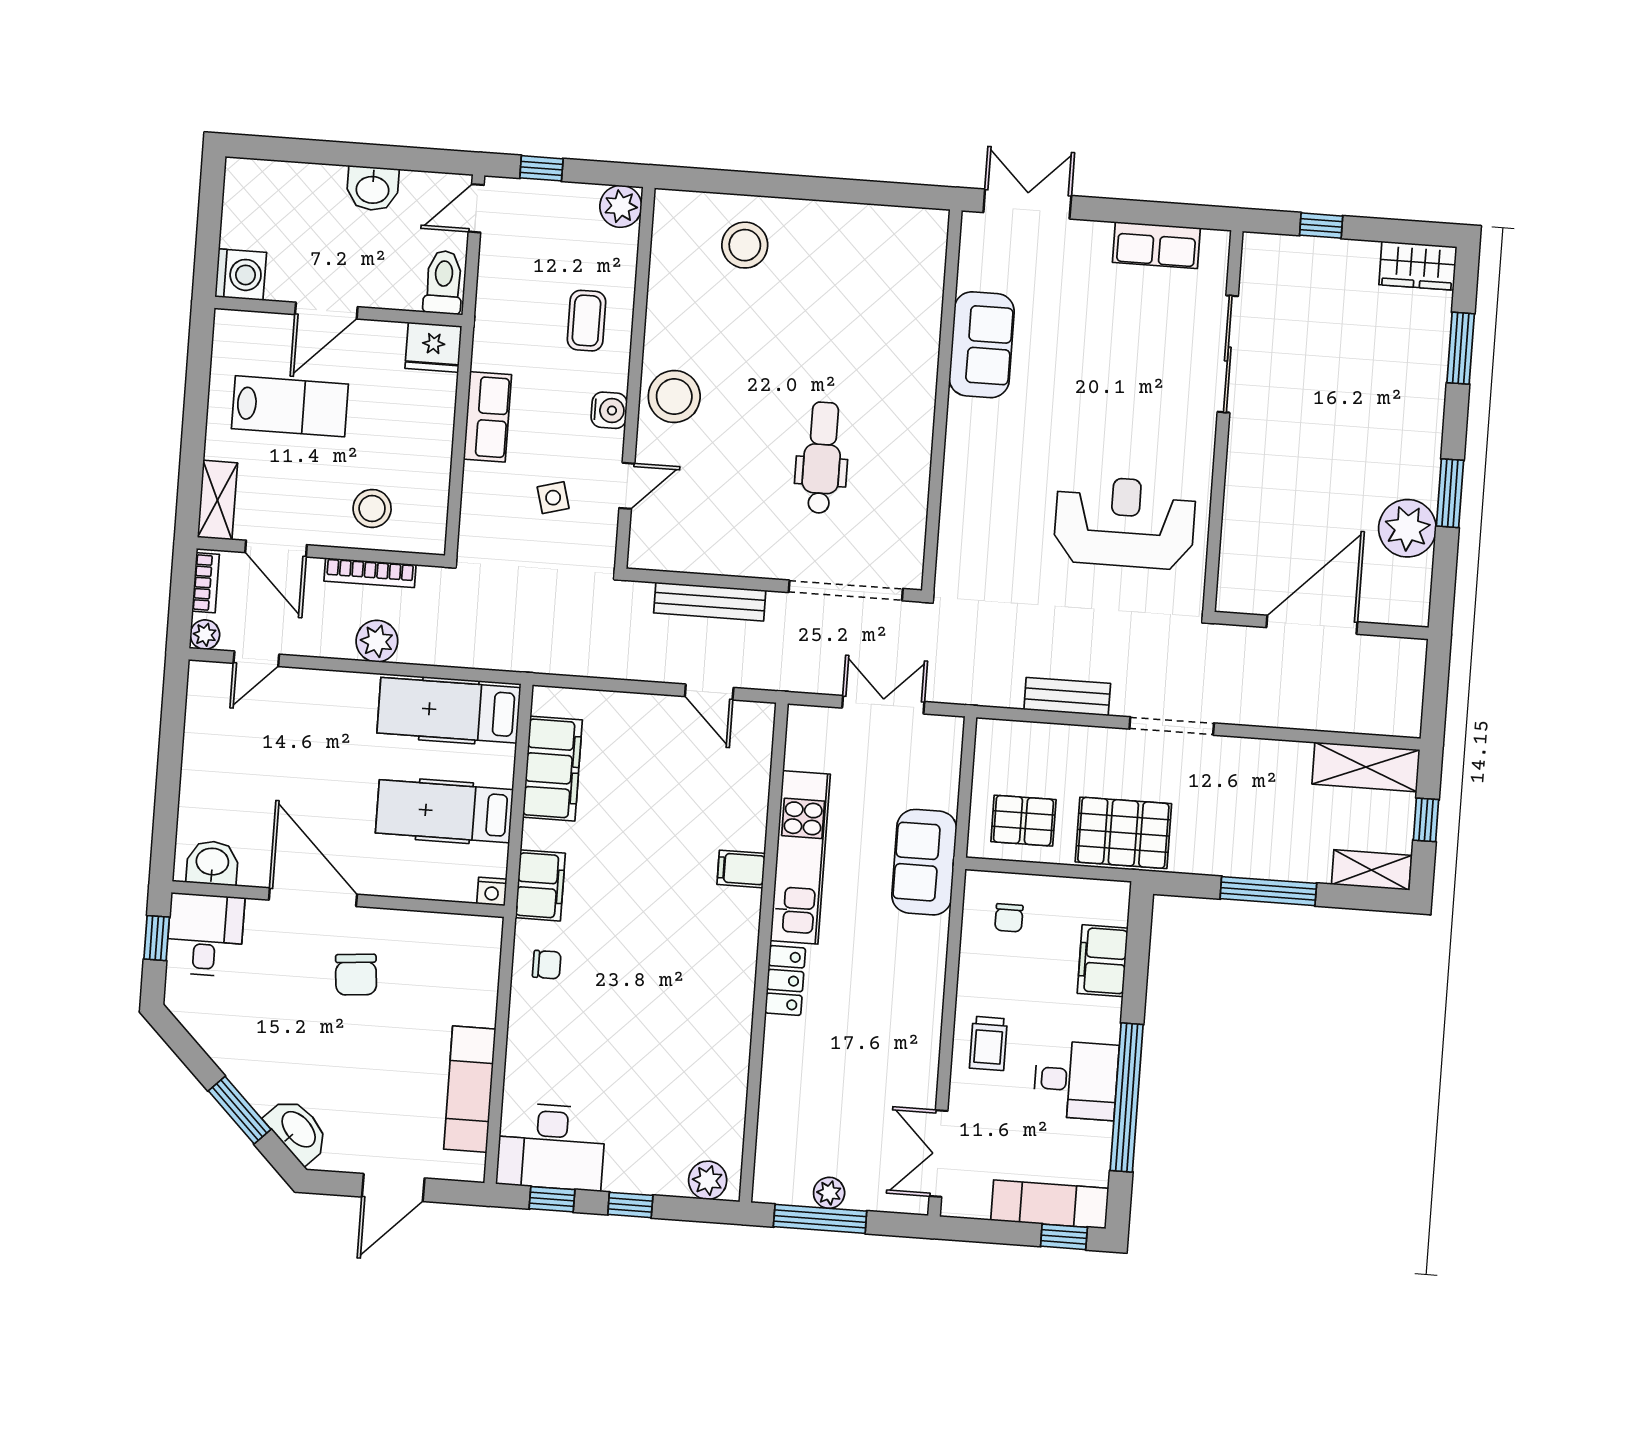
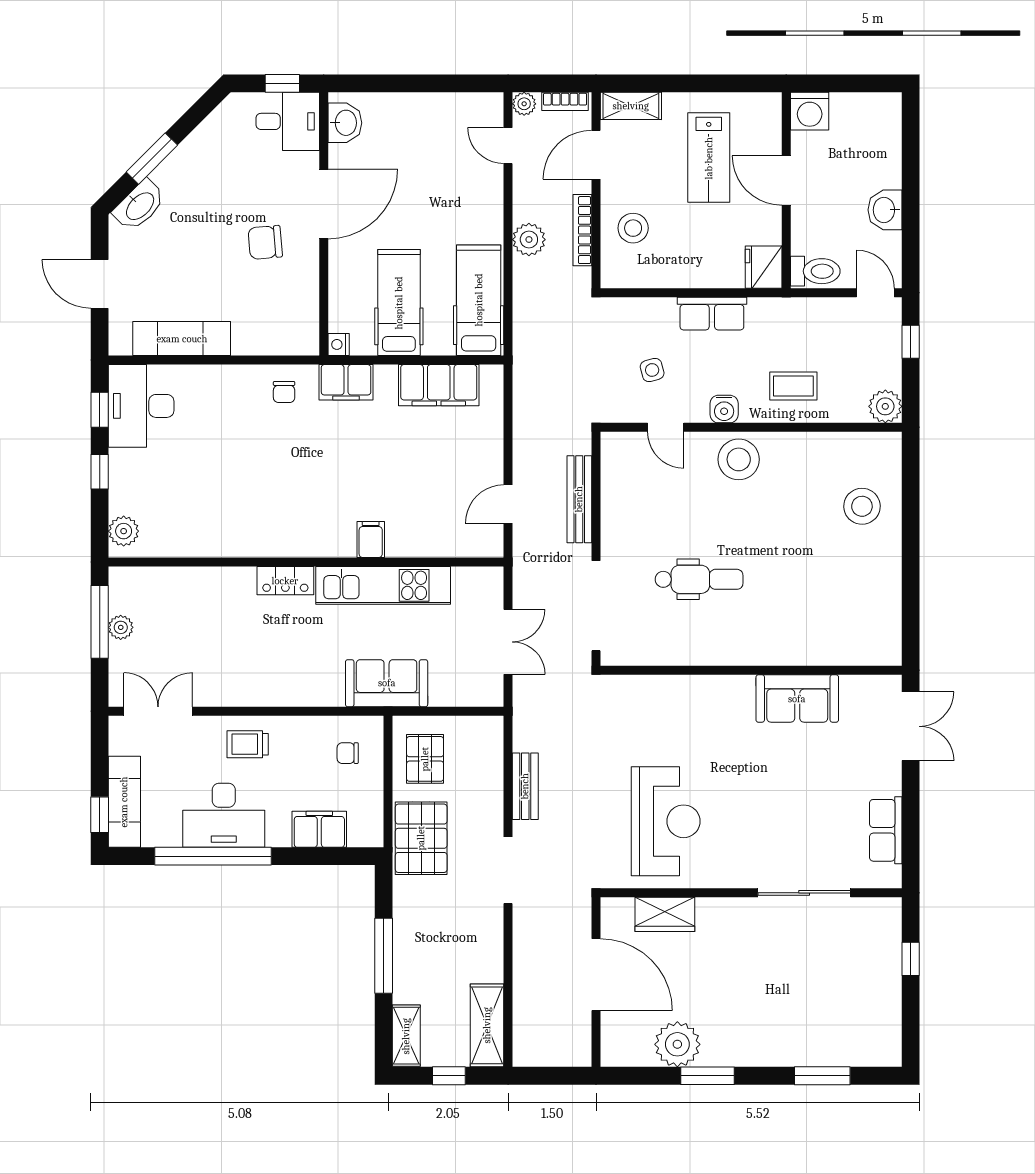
wardrobe: (1418, 266) -> (665, 914), moved, turned -90
desk: (1076, 1080) -> (224, 815), width x1.37

